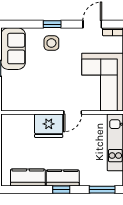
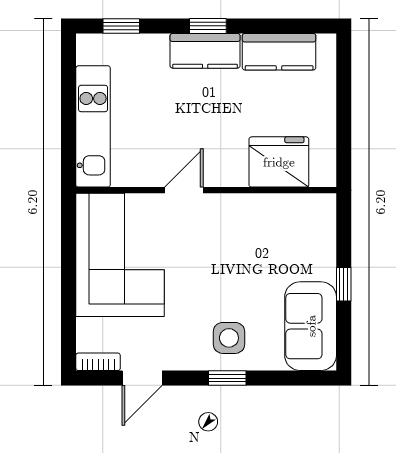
fridge: (49, 126) -> (279, 162), moved
window: (102, 190) -> (121, 26), width x0.67

